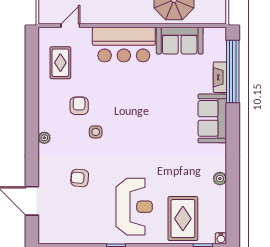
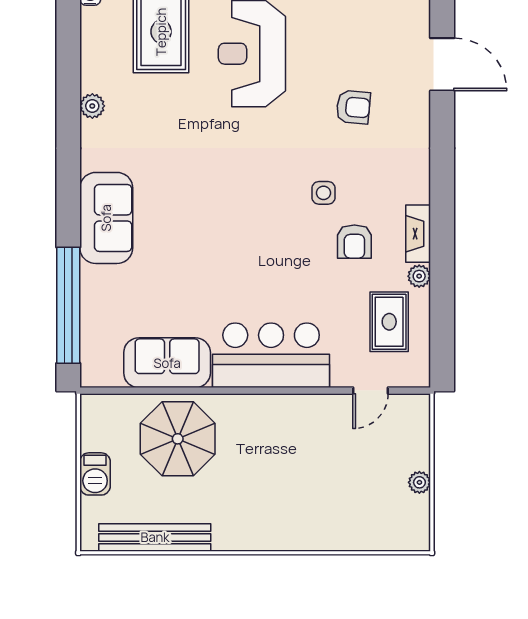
fireplace: (220, 77) -> (418, 234), moved, turned 180
plant: (44, 138) -> (419, 276), moved

